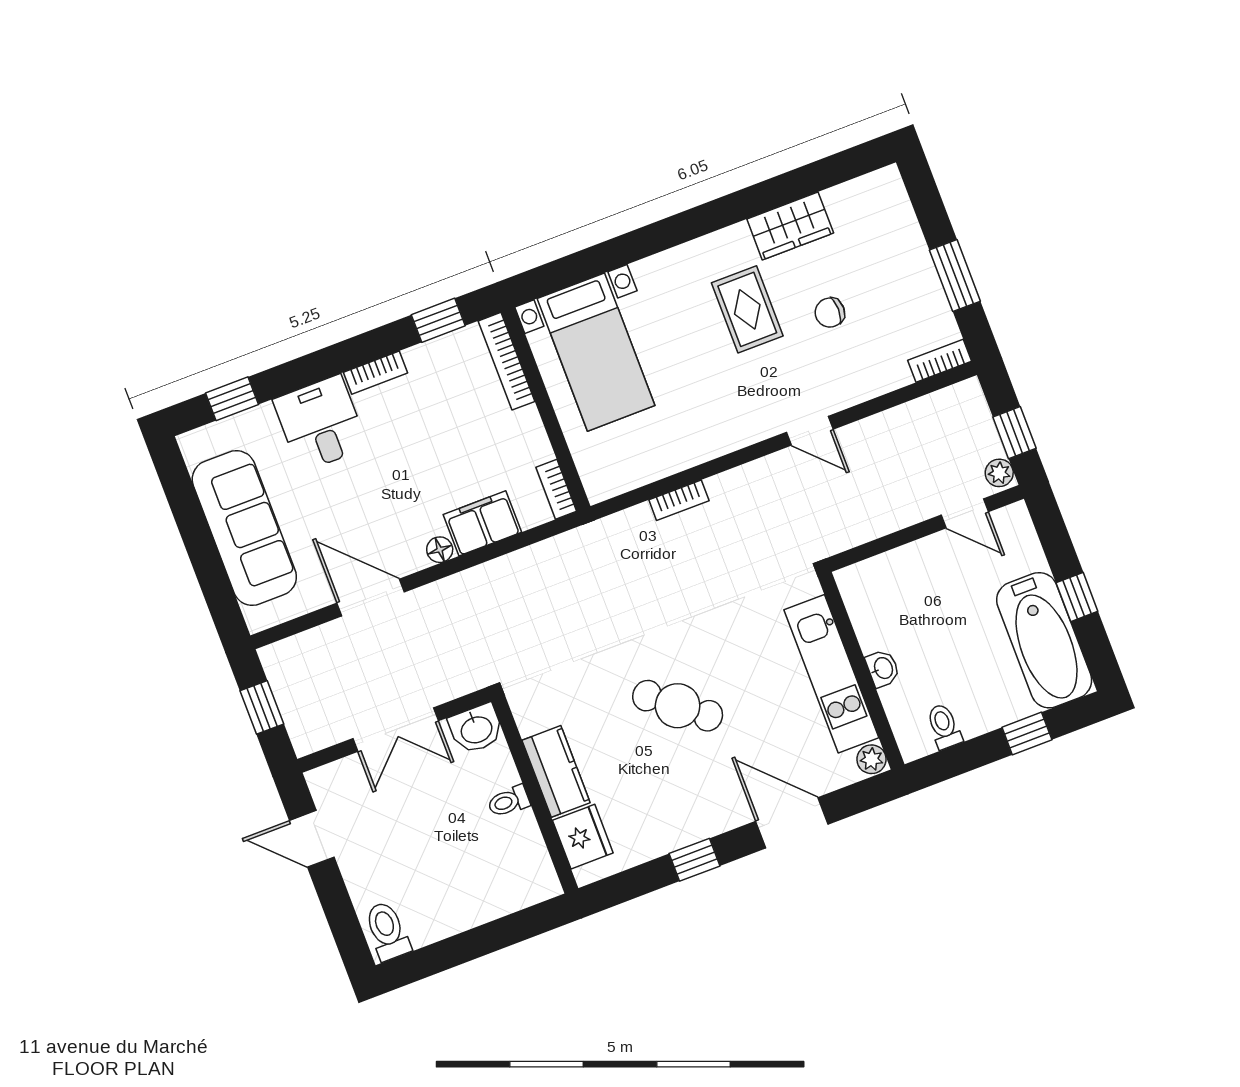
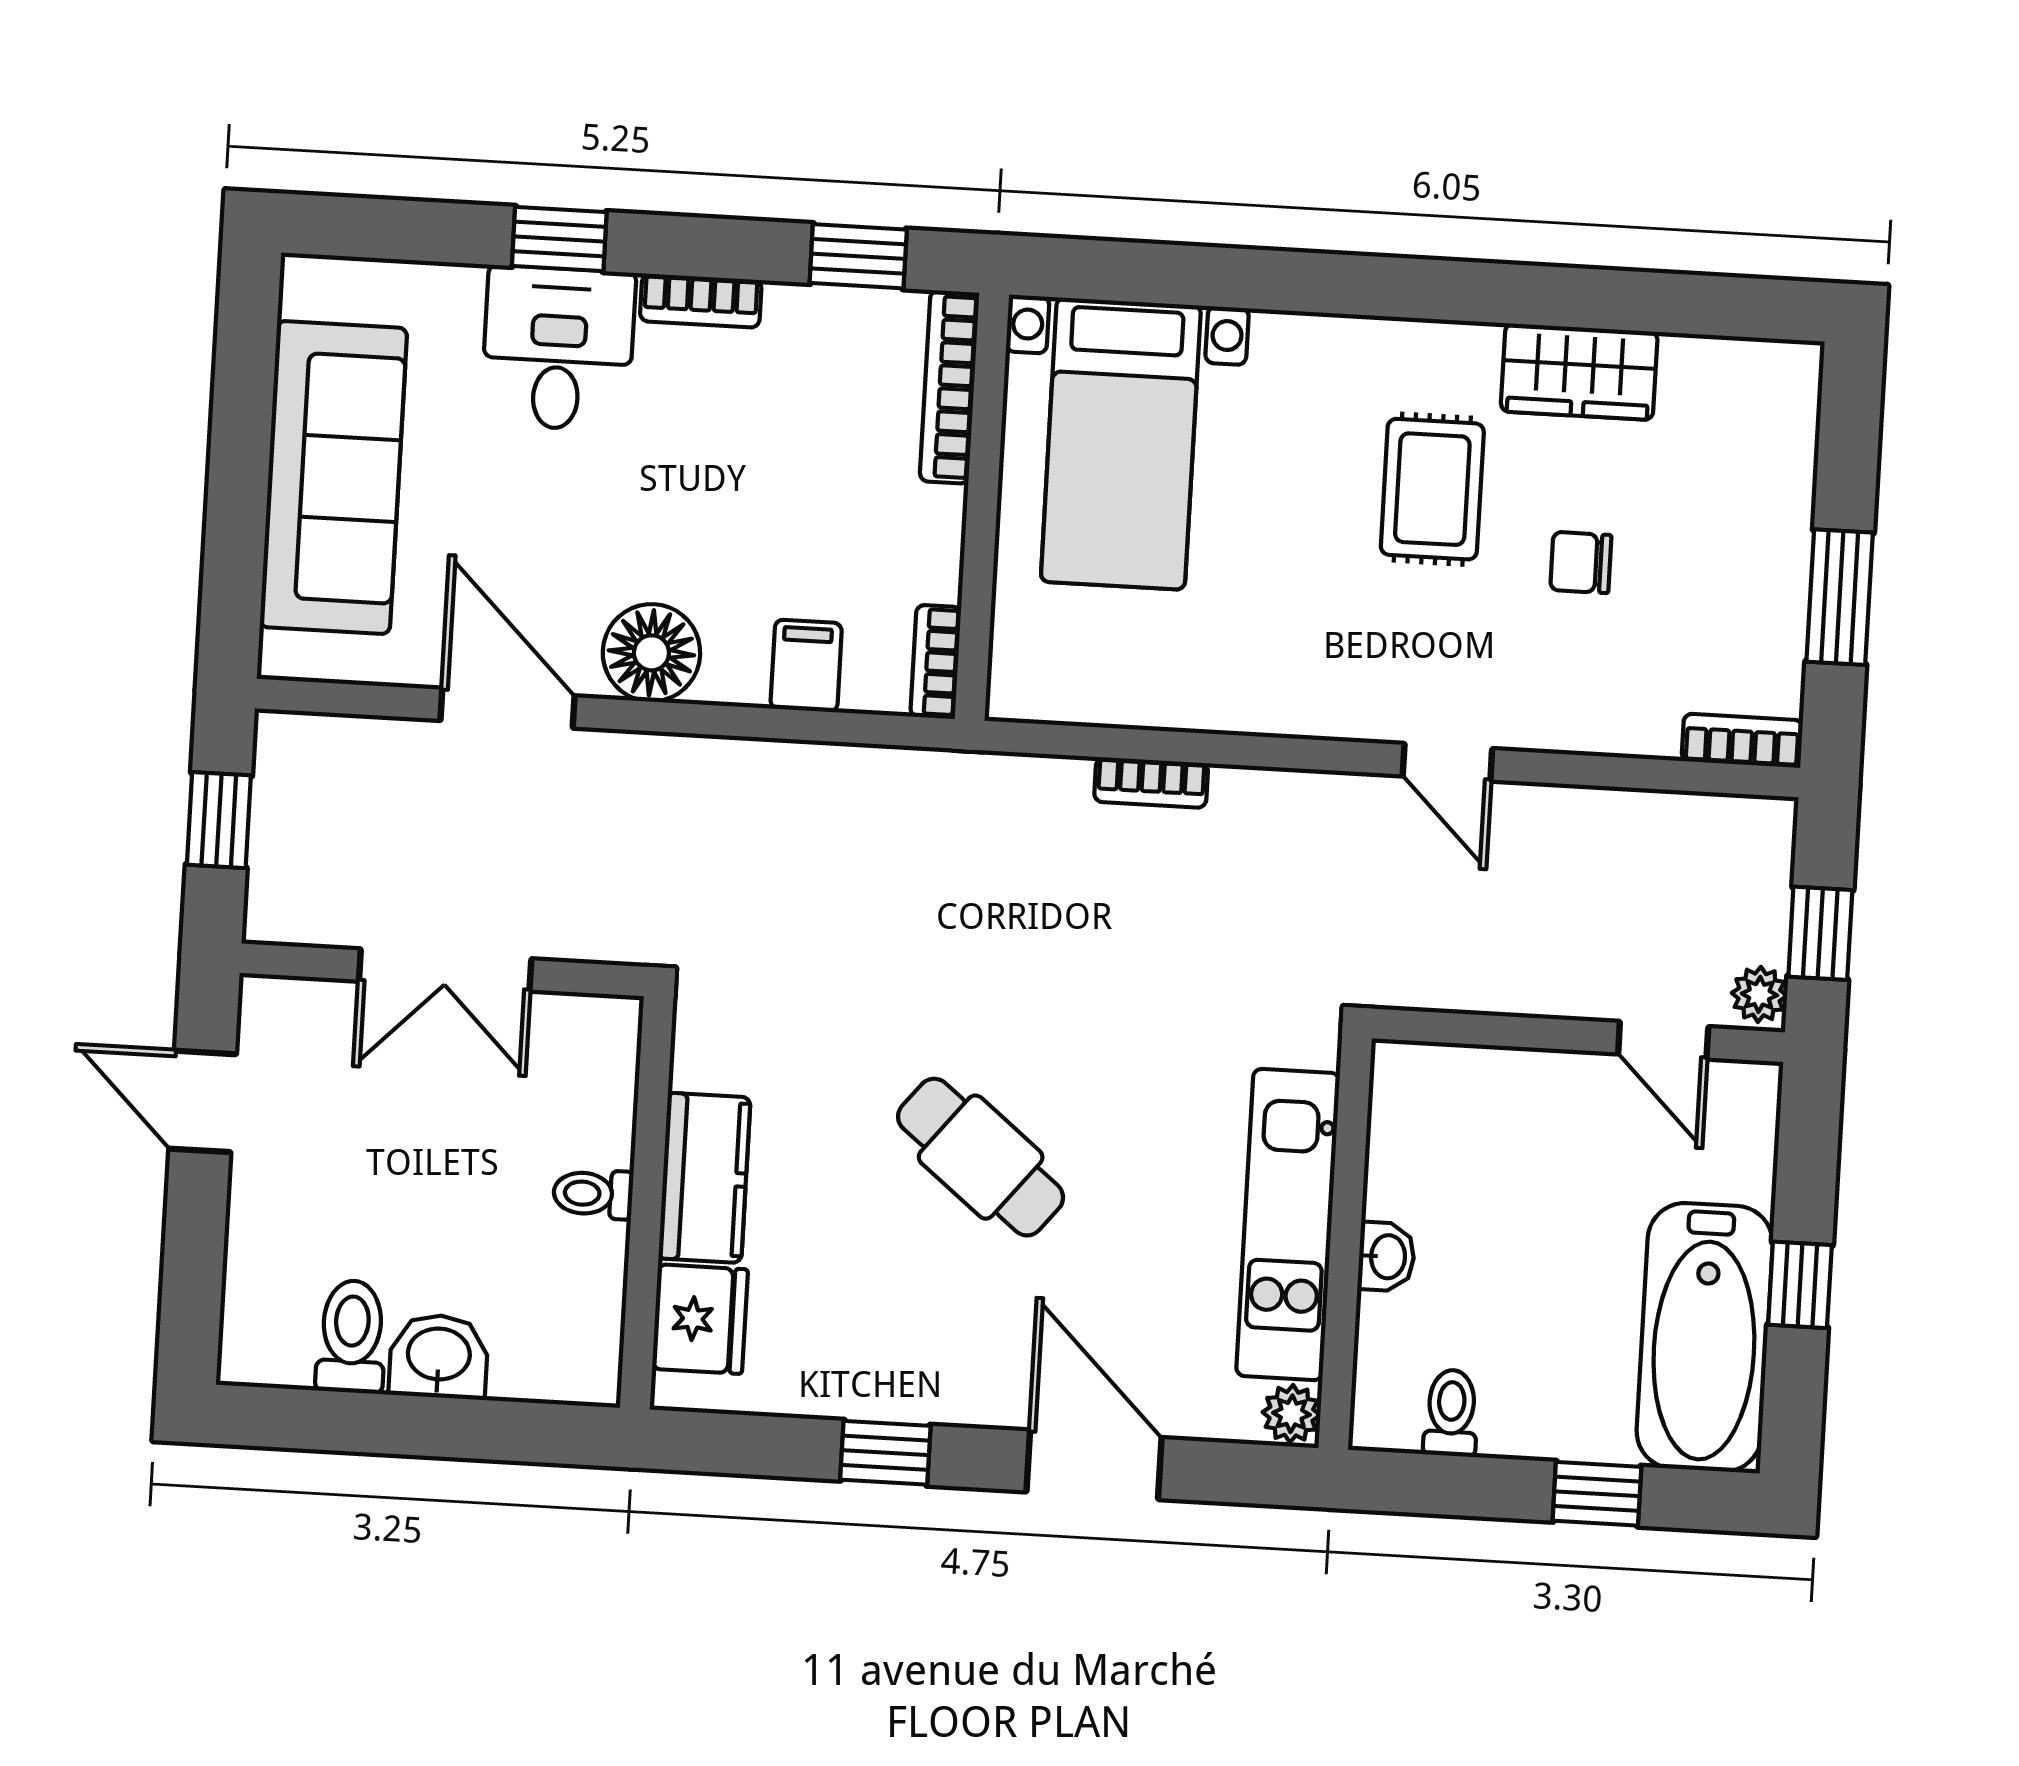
window: (232, 399) -> (559, 239), moved
filing cabinet: (482, 523) -> (806, 666), width x0.50
floor lamp: (440, 550) -> (651, 653), width x1.89, depth x1.89
washbasin: (476, 729) -> (439, 1356), moved, turned 180
toilet: (387, 931) -> (352, 1337), moved

